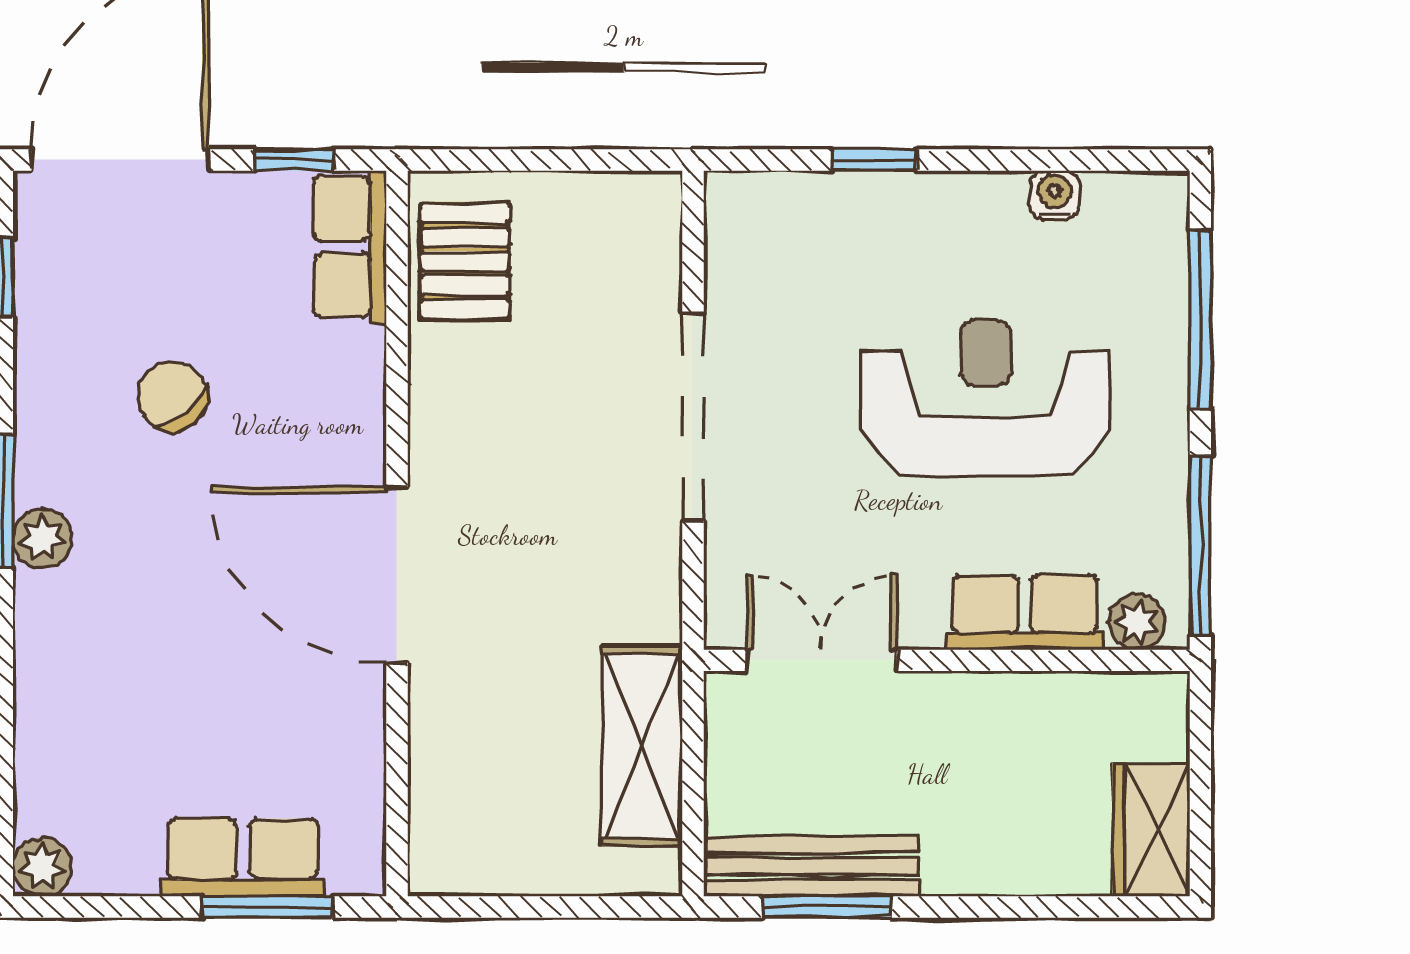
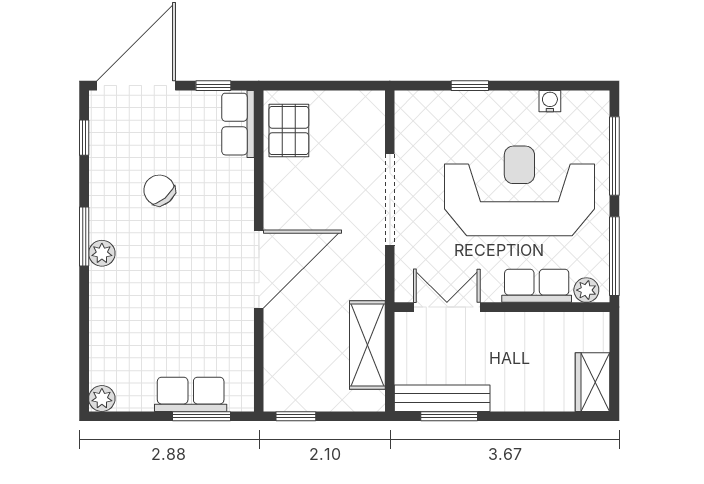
reception desk: (986, 398) -> (519, 191), width x1.36, depth x1.30
door: (397, 575) -> (259, 269), swing flipped
window: (481, 907) -> (296, 416), added

